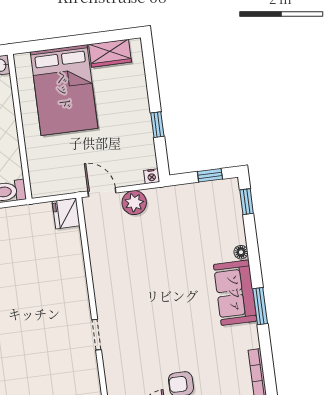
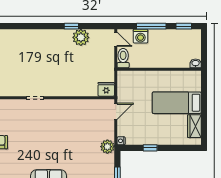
bed: (64, 90) -> (177, 103), width x0.67
plant: (134, 203) -> (107, 147), moved

